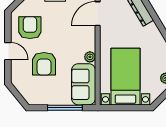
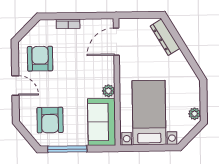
armchair: (44, 64) -> (50, 120), moved
window: (65, 108) -> (67, 149), moved

